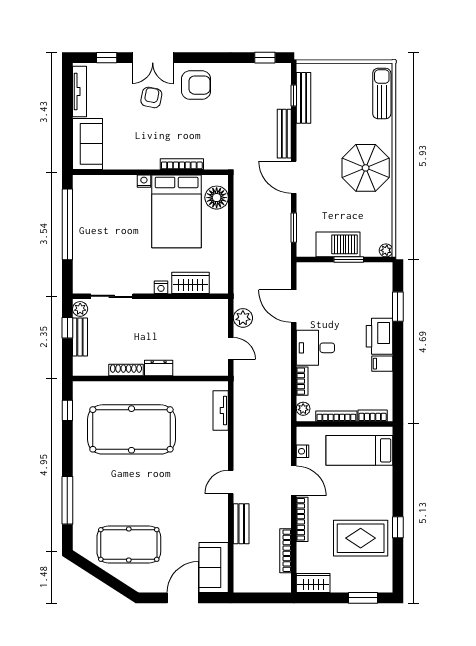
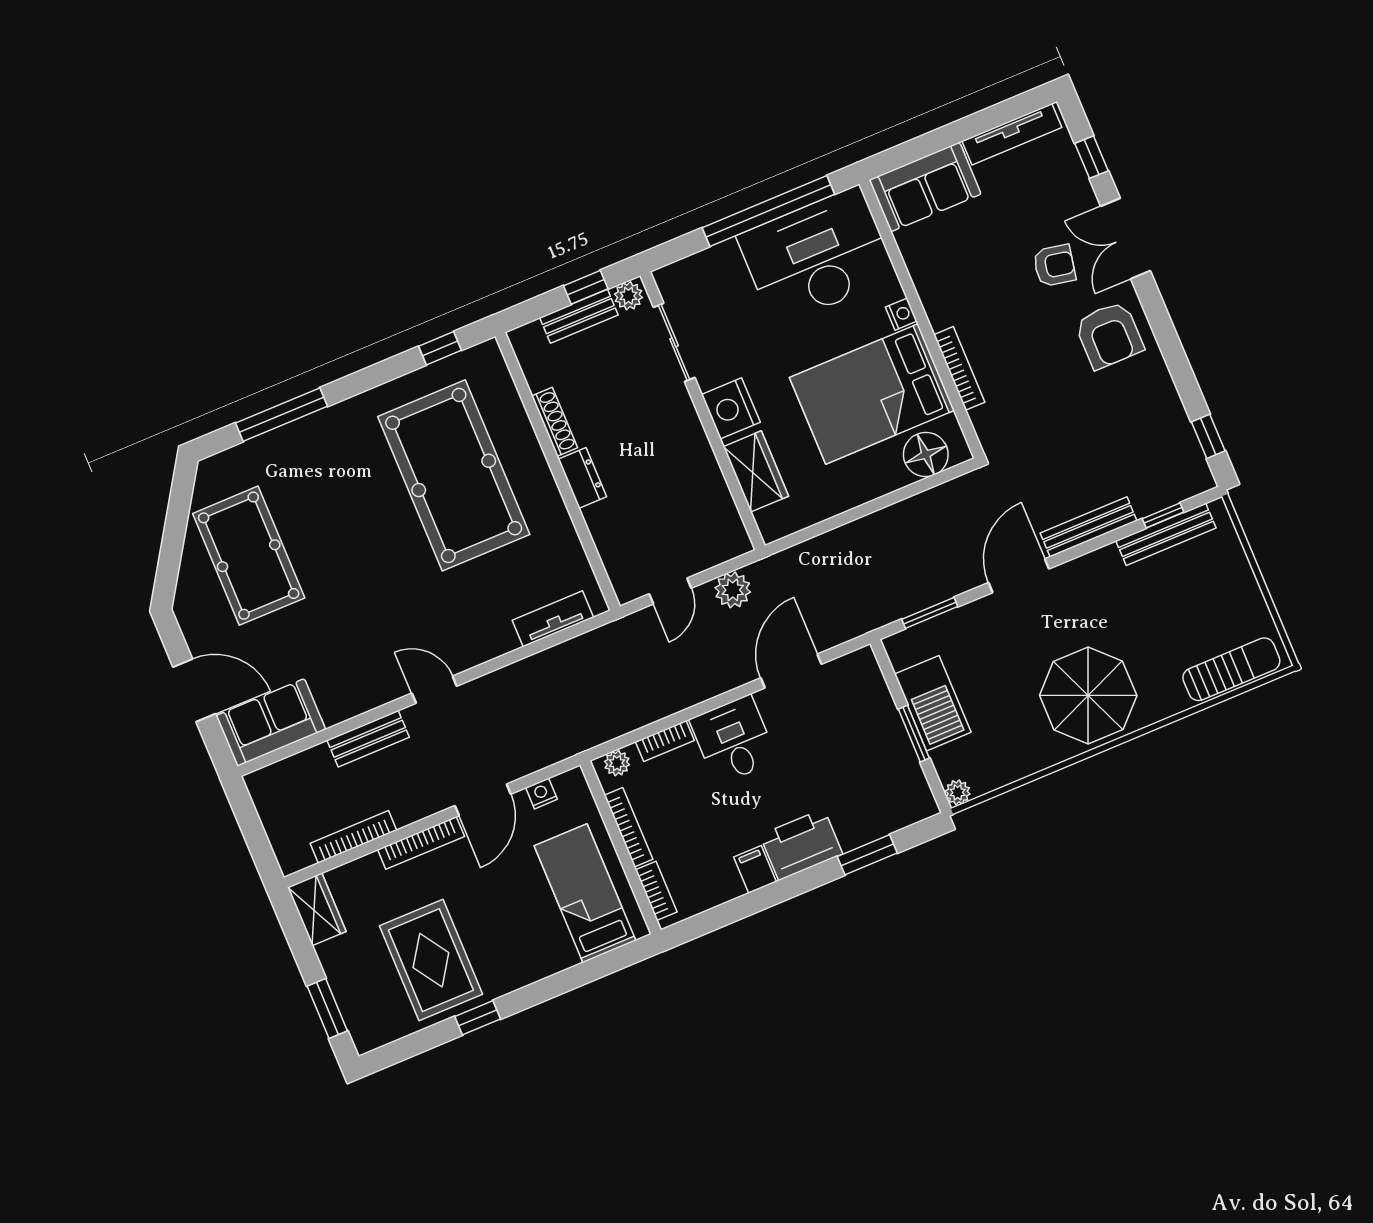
desk: (99, 210) -> (817, 256), added
nightstand: (161, 287) -> (731, 408), width x1.89, depth x1.79

